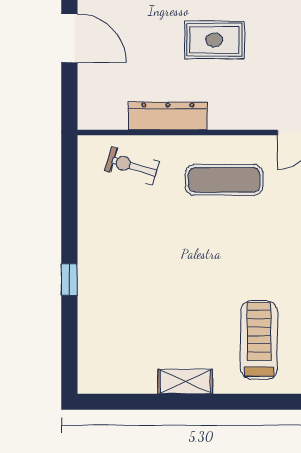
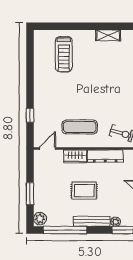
wardrobe: (234, 115) -> (75, 156), added
shelving: (185, 382) -> (108, 35), moved

